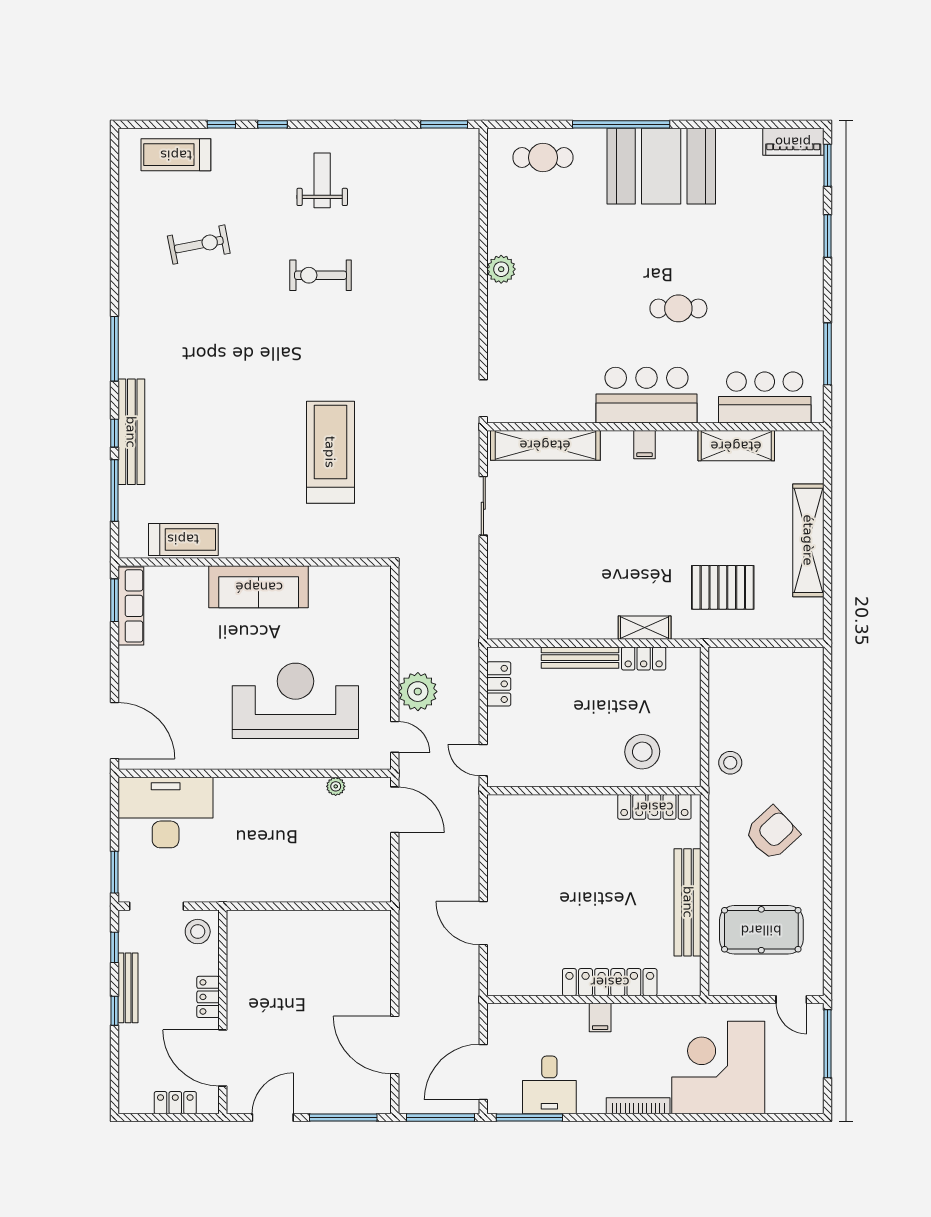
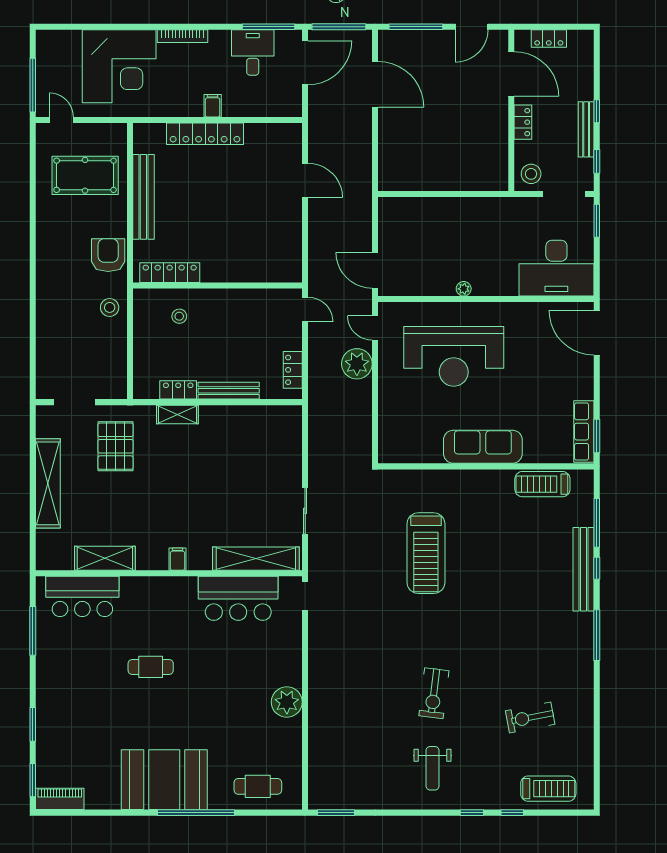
plant: (501, 269) -> (287, 702), width x1.36, depth x1.36
exercise bike: (320, 275) -> (434, 693), turned 97
bar counter: (647, 395) -> (238, 598), moved
pallet: (723, 587) -> (116, 446), turned 90
doorway: (775, 643) -> (74, 402), added
stool: (642, 752) -> (179, 316), width x0.53, depth x0.53
plant: (336, 786) -> (464, 289), moved
armchair: (772, 833) -> (108, 255), moved, turned 133

